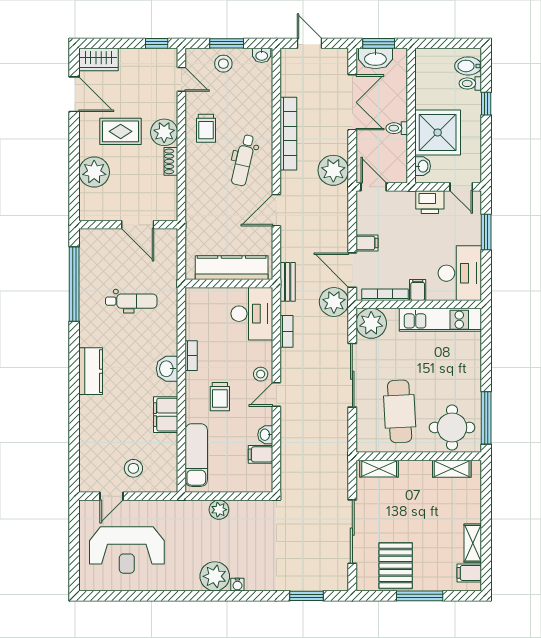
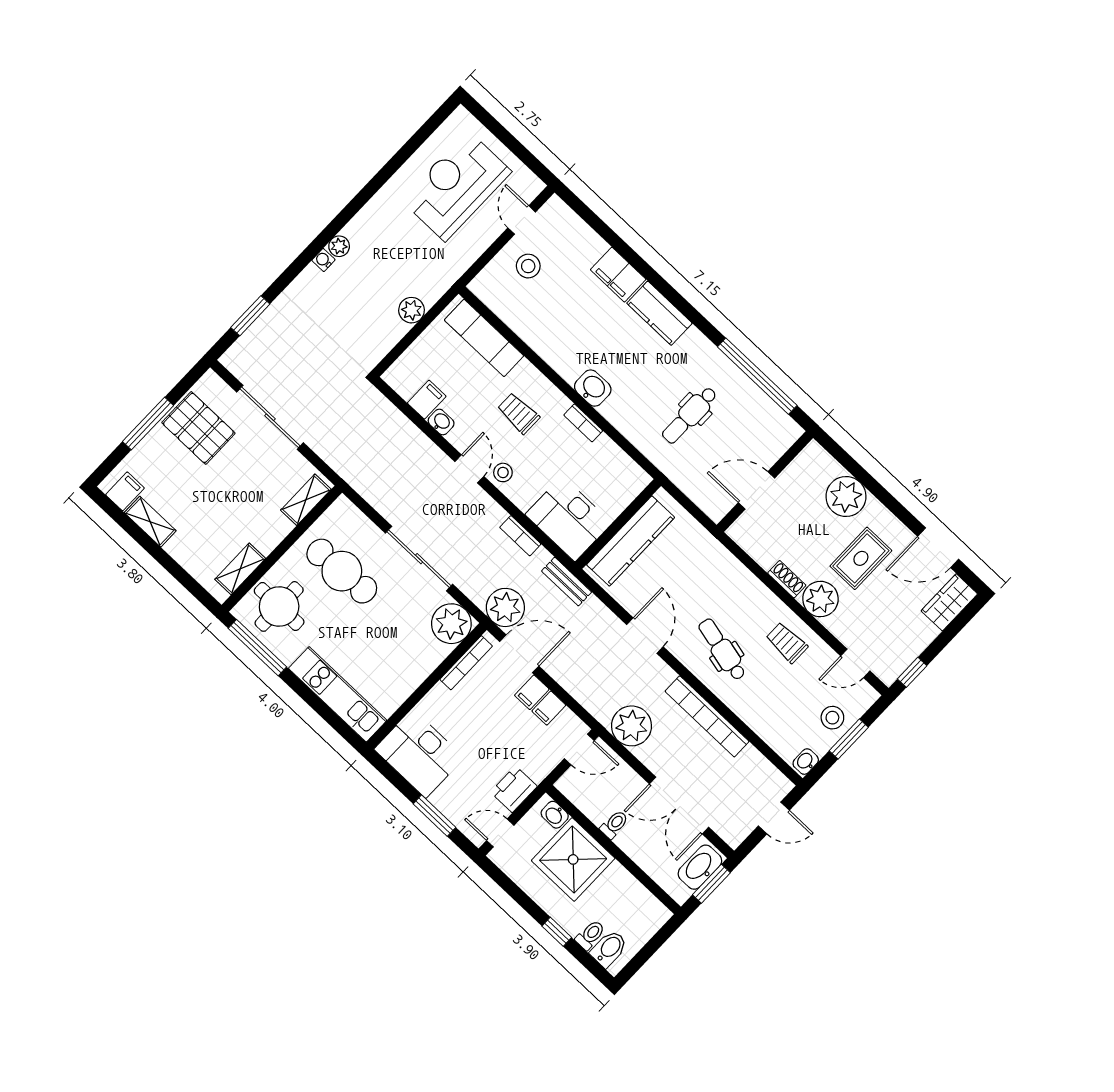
filing cabinet: (418, 290) -> (549, 708), moved, turned 90
kitchen unit: (440, 320) -> (338, 694), moved, turned 90
filing cabinet: (166, 415) -> (618, 275), moved, turned 180
plant: (215, 576) -> (339, 246), width x0.53, depth x0.53

